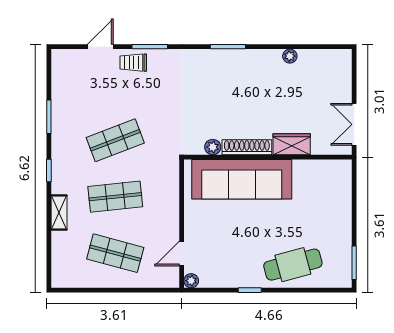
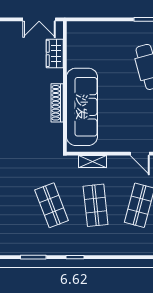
wardrobe: (292, 144) -> (55, 53), moved
plant: (213, 147) -> (57, 129), removed
shelving: (59, 213) -> (92, 161), moved

